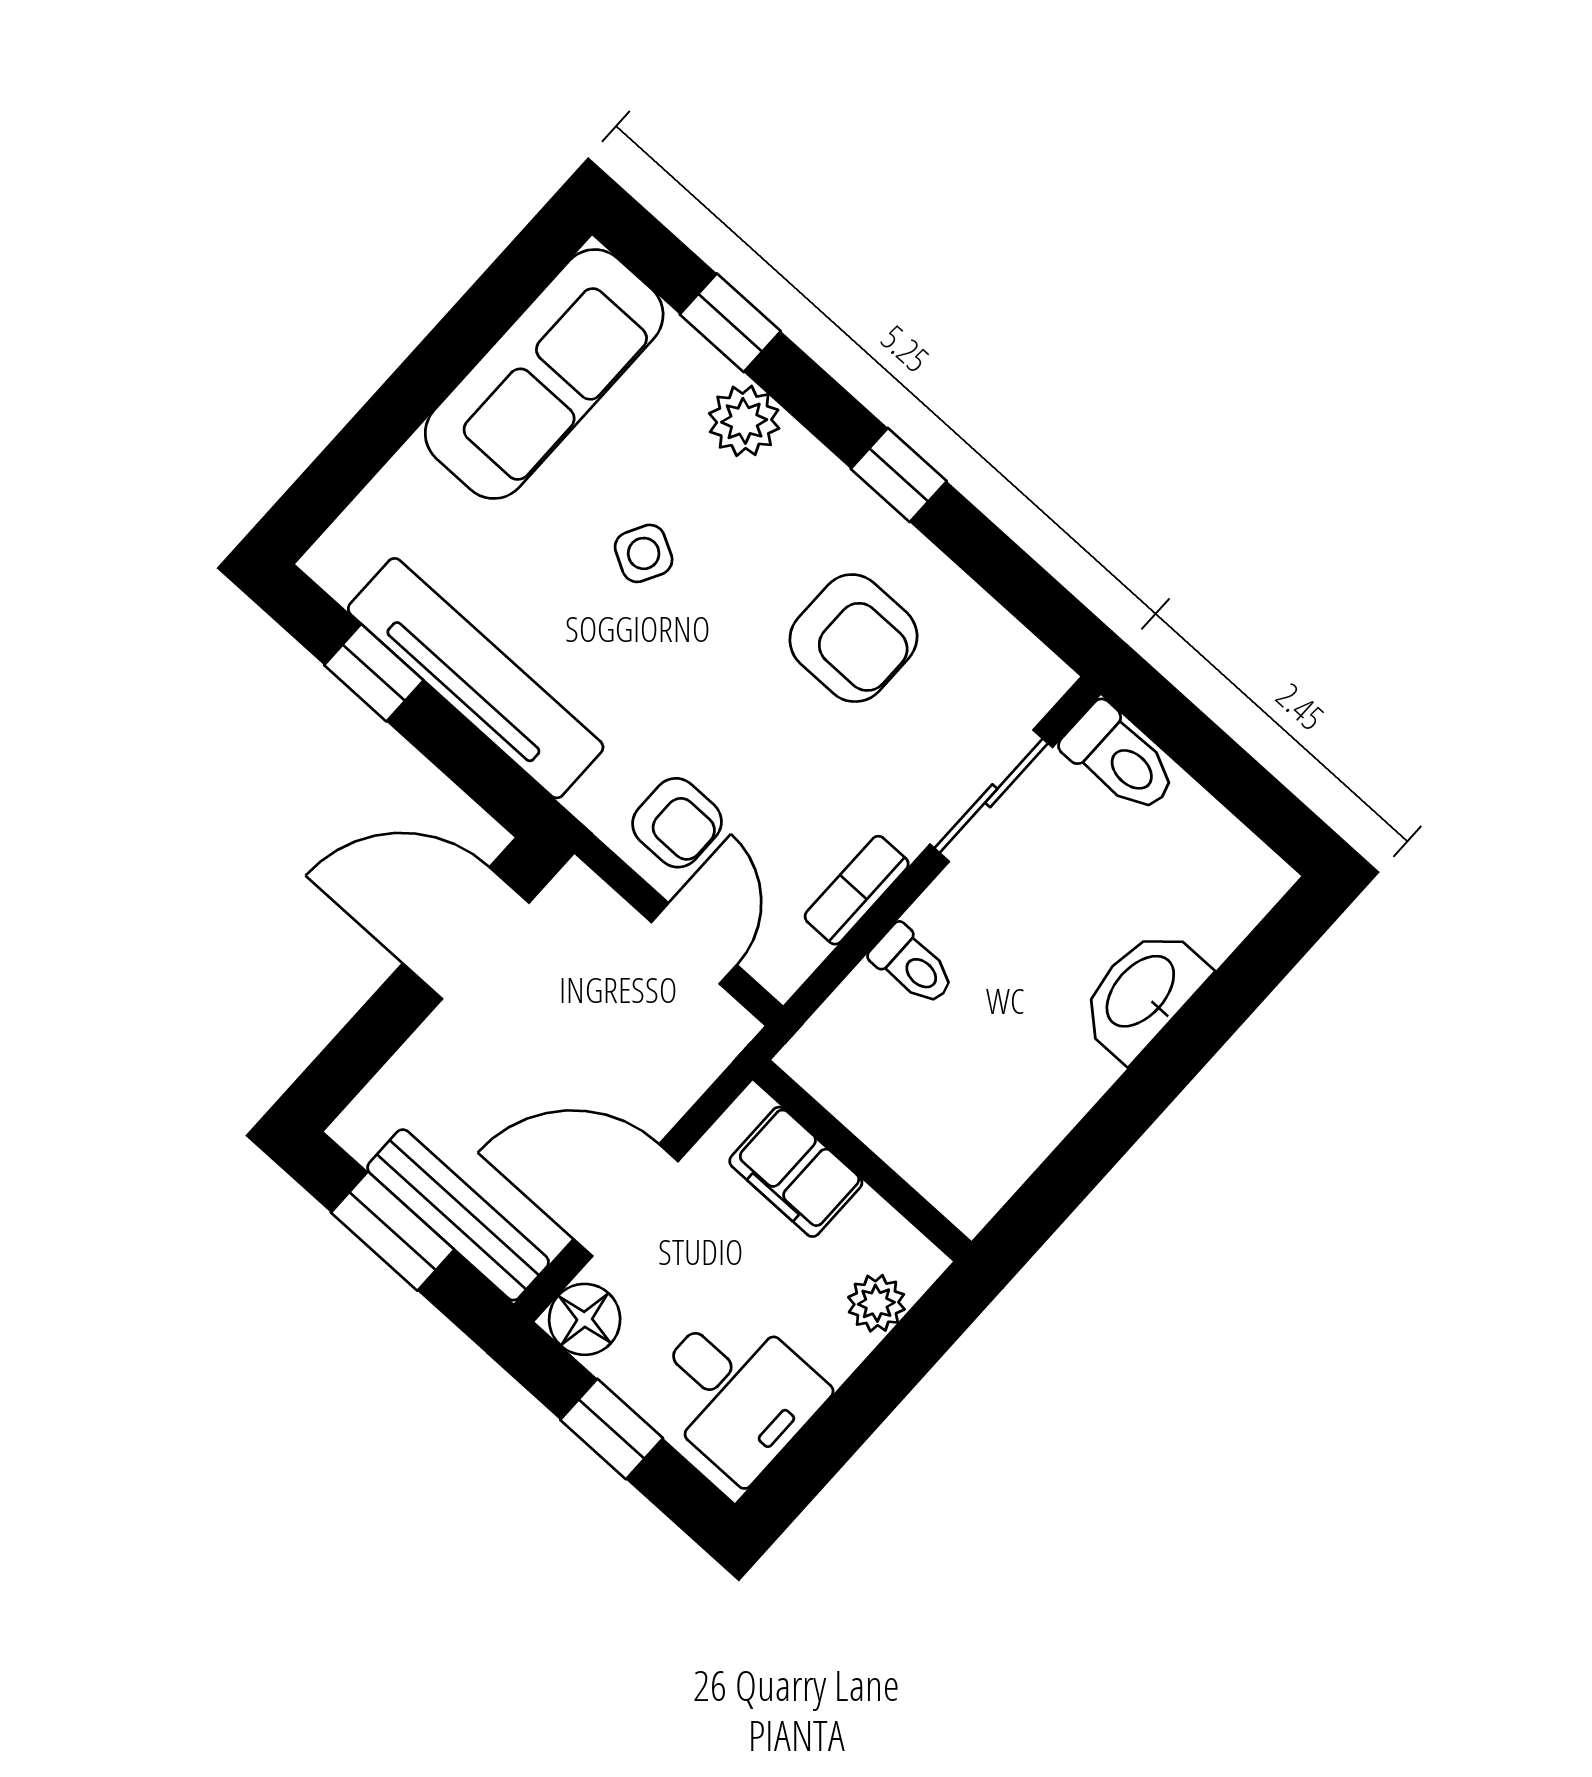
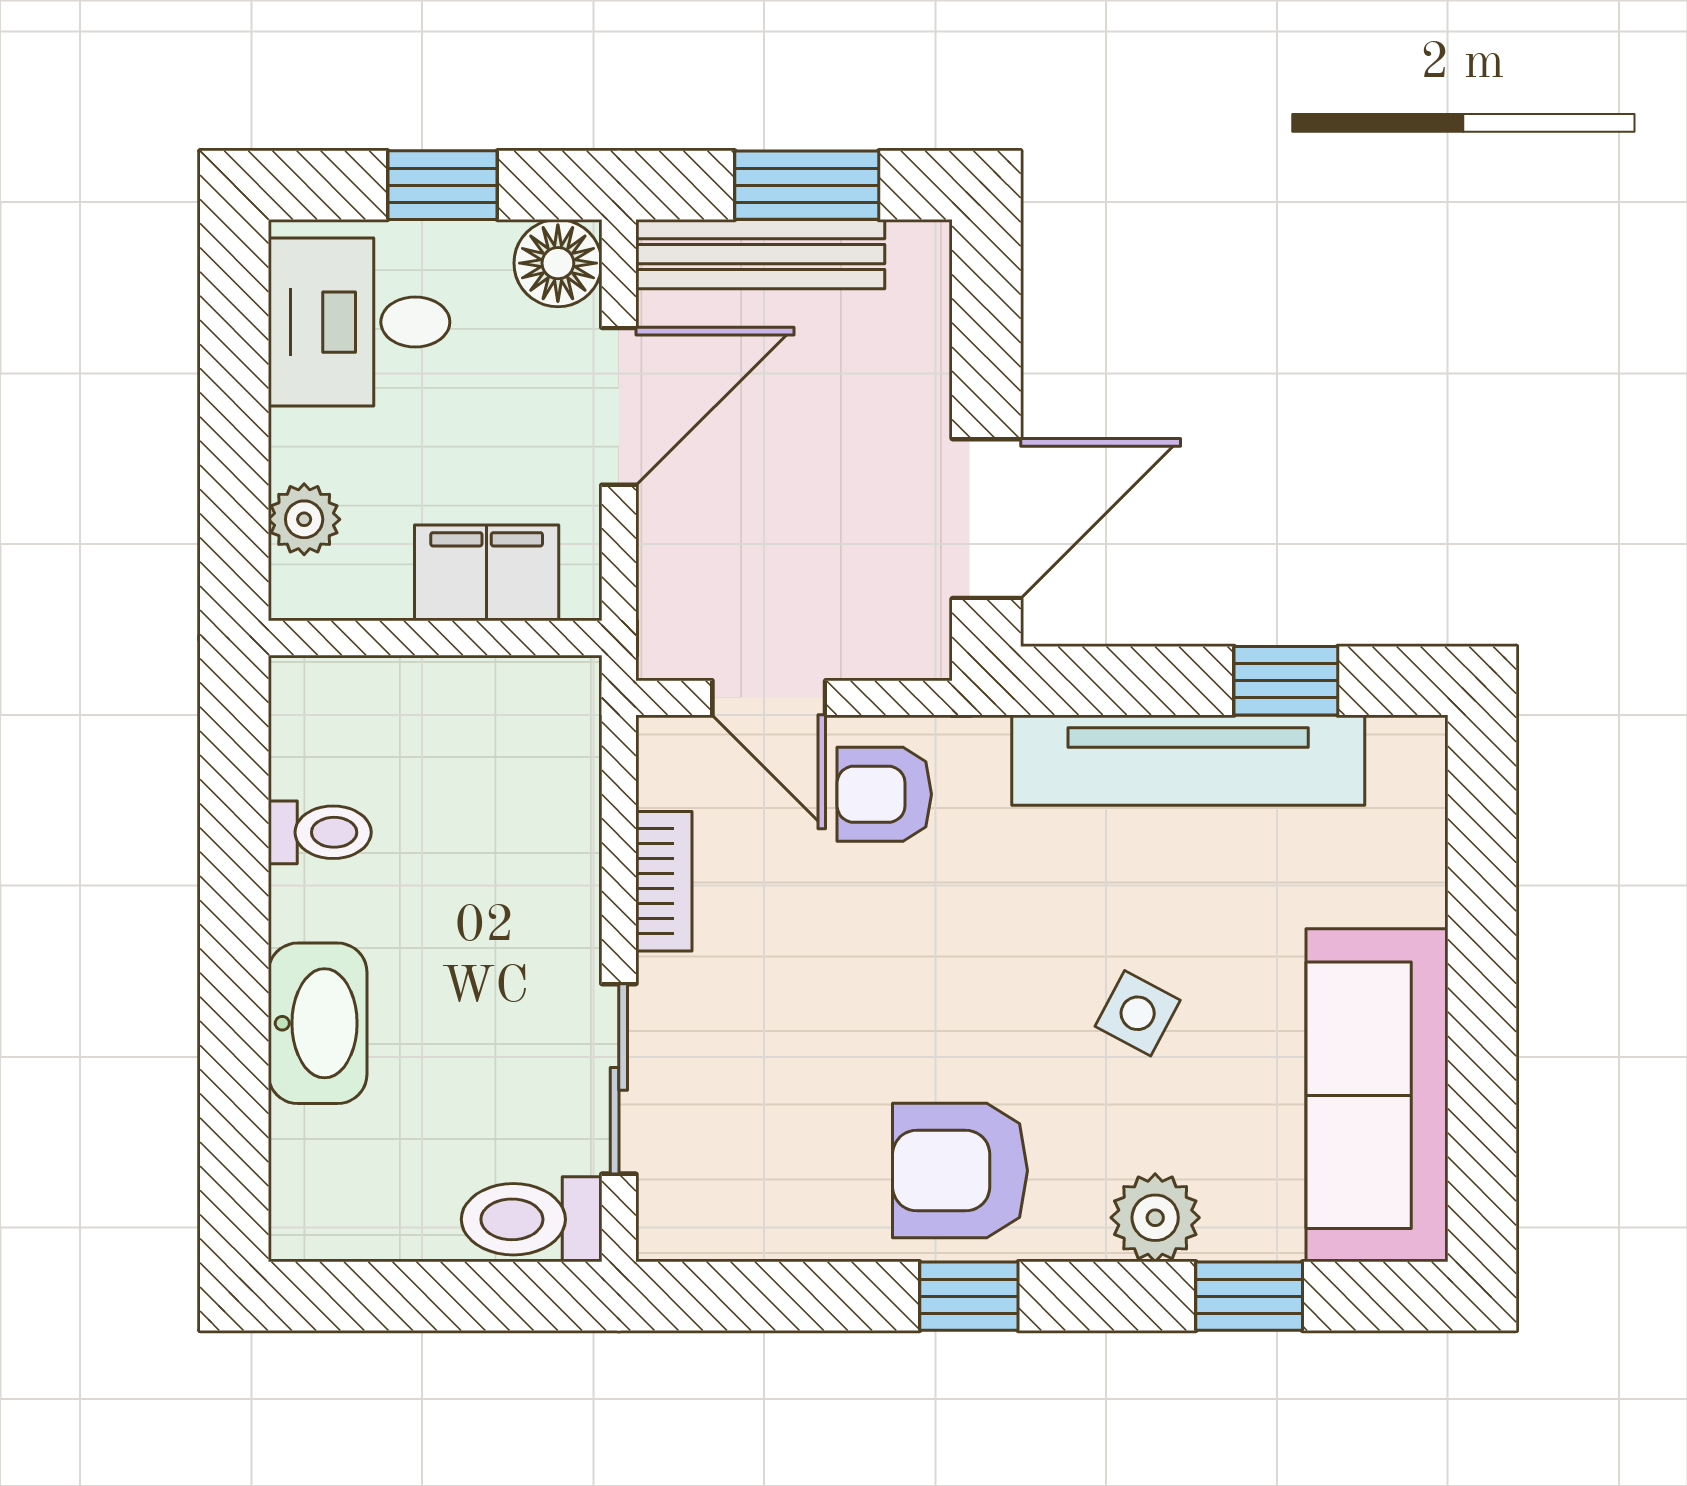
armchair: (853, 638) -> (960, 1171), moved
toilet: (913, 965) -> (320, 832), moved, turned 180

